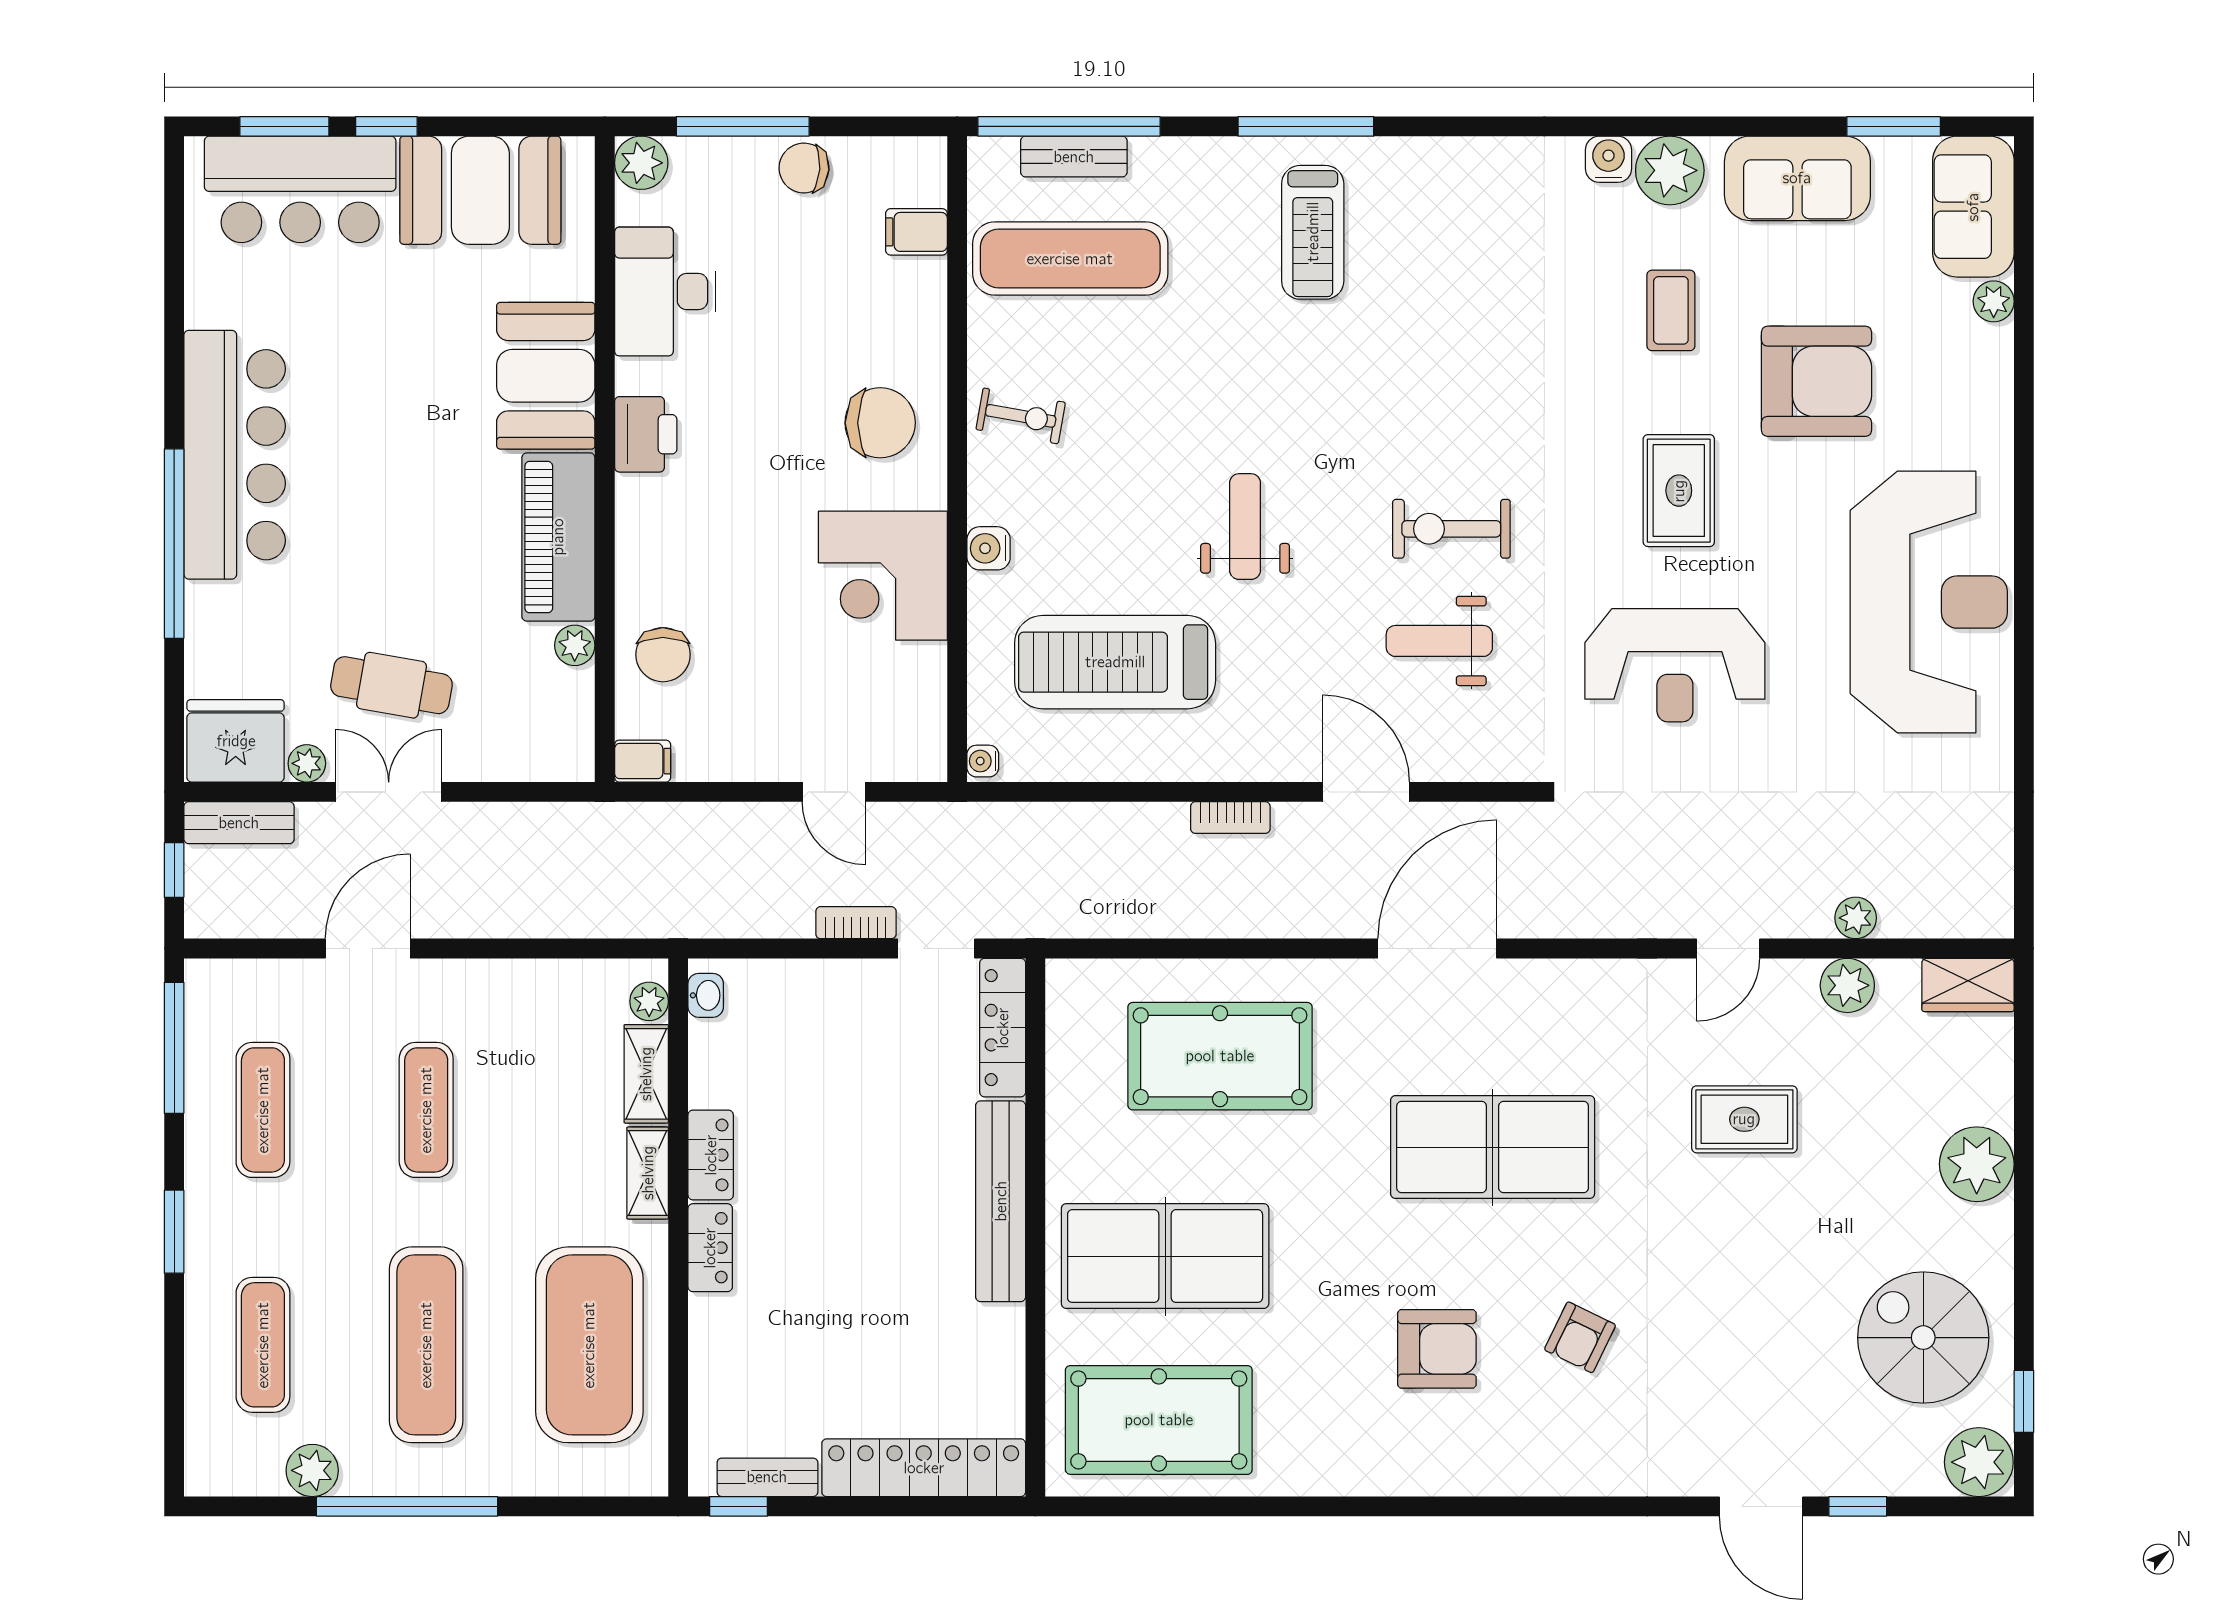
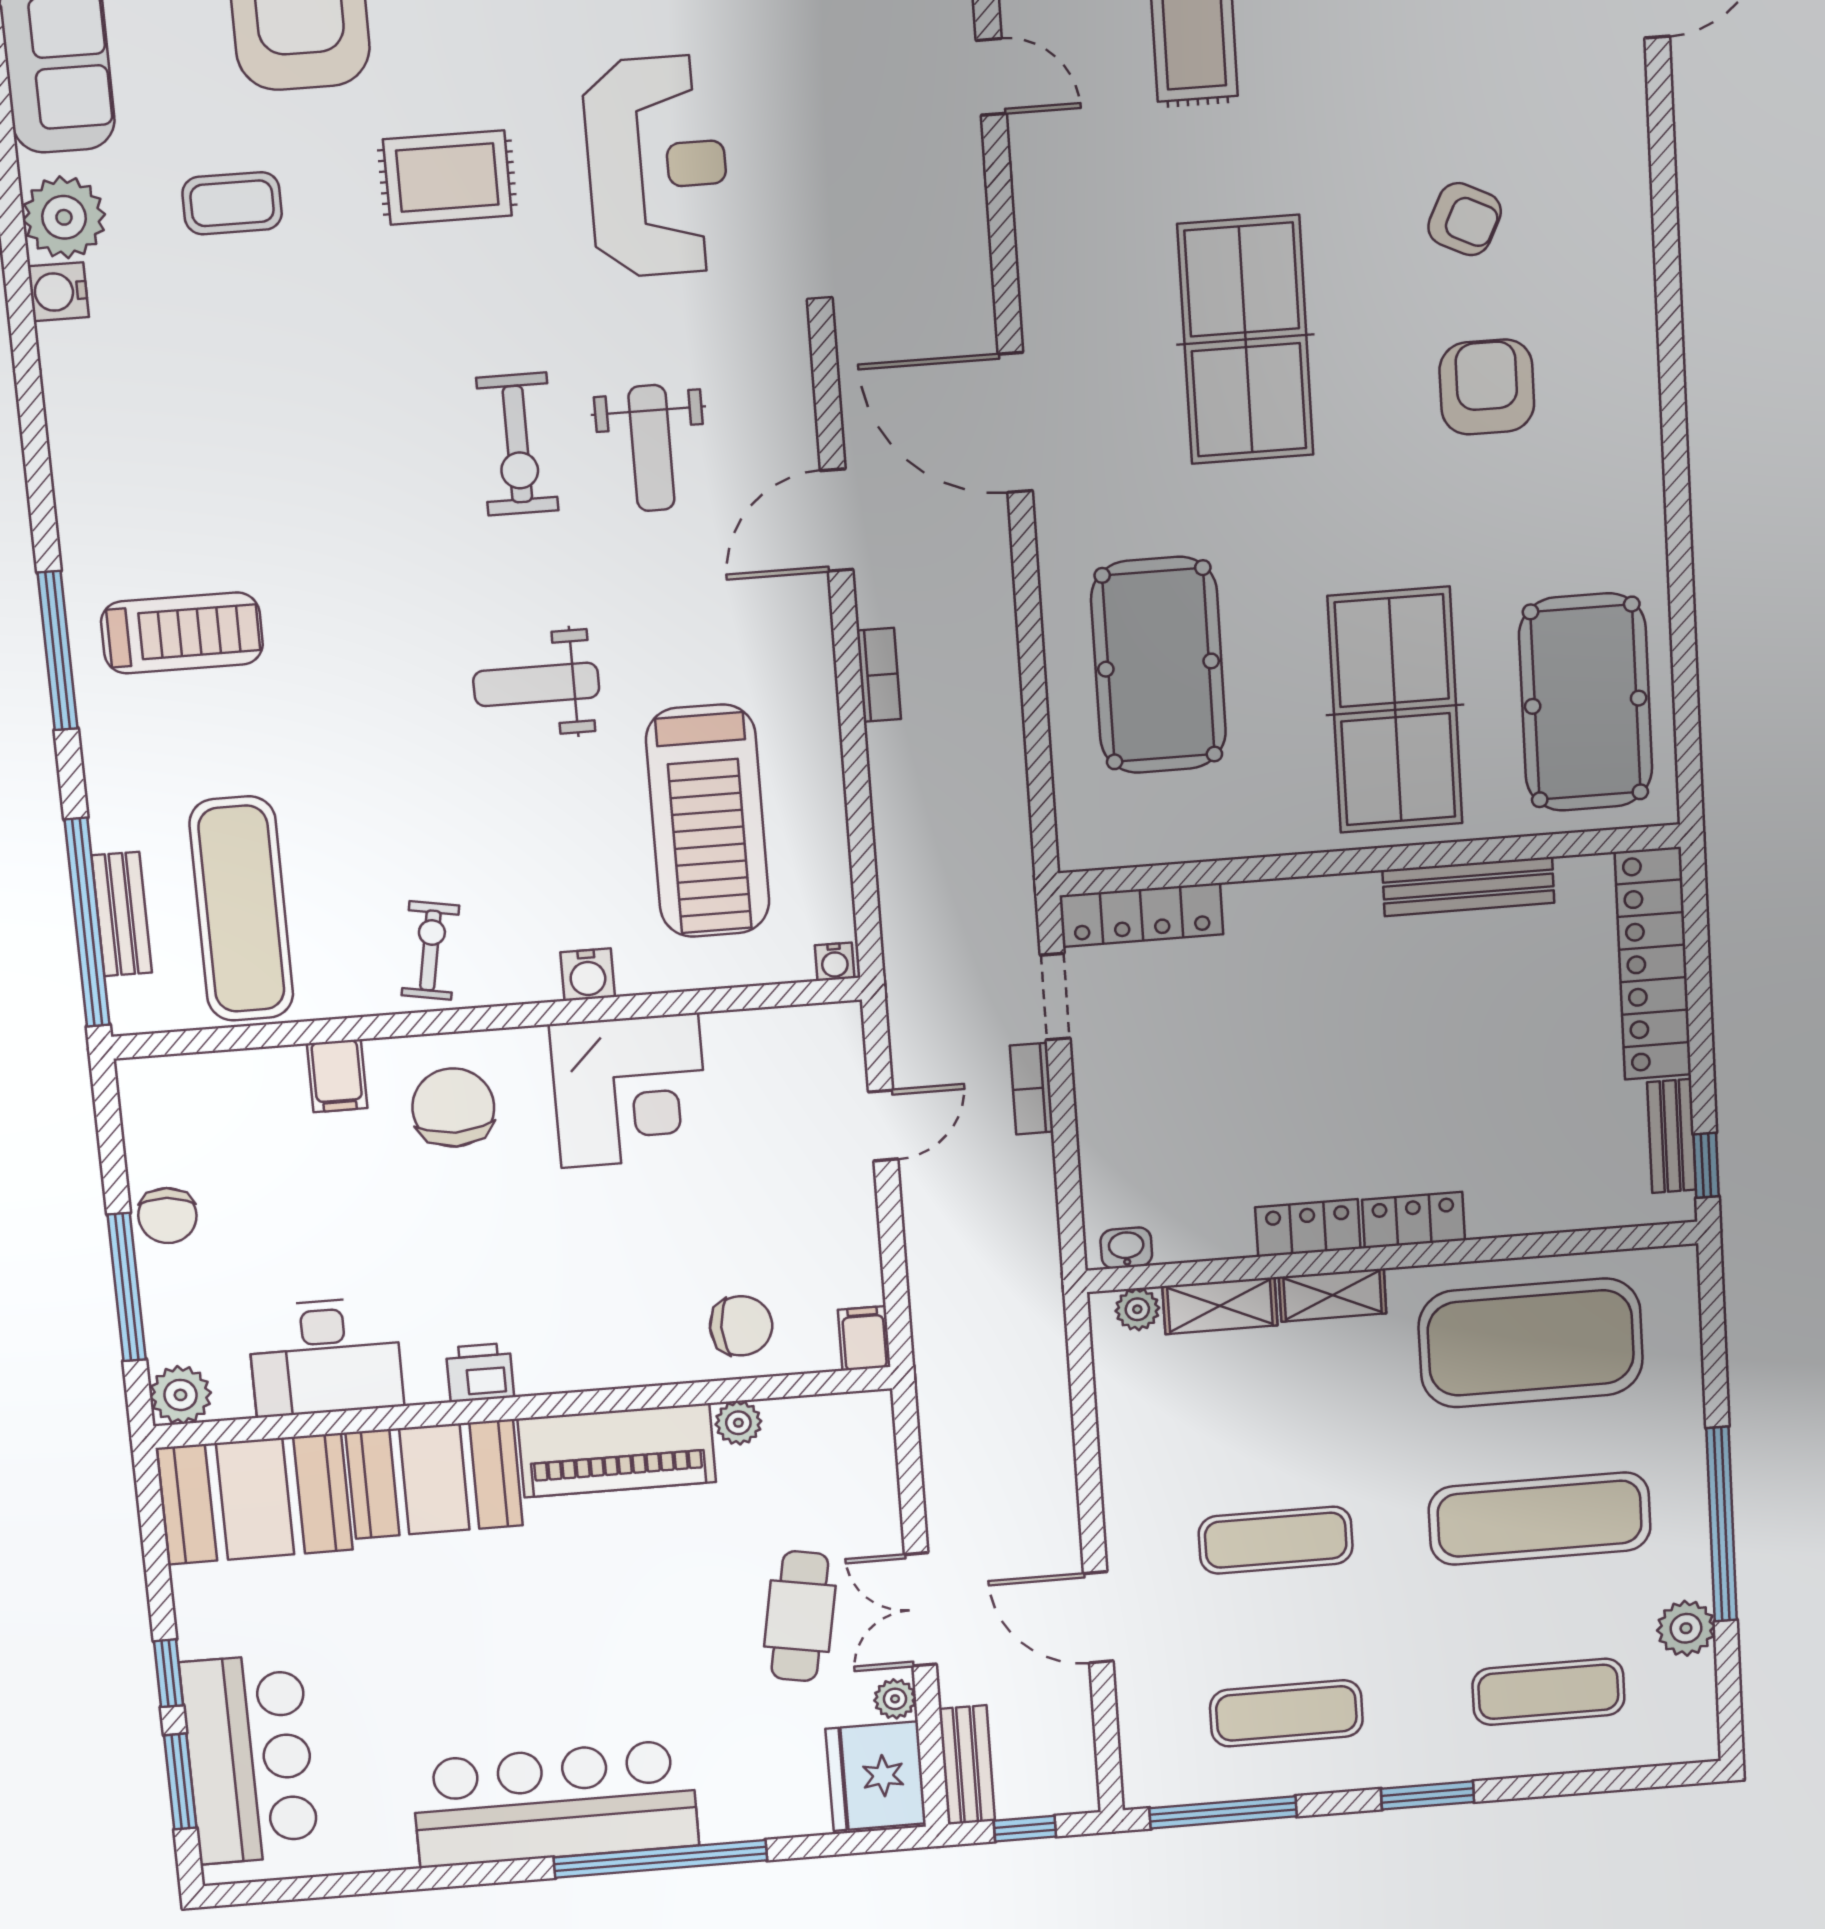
booth: (480, 190) -> (255, 1499), moved, turned 90
filing cabinet: (916, 232) -> (337, 1076), moved
printer: (646, 434) -> (480, 1372), width x0.73, depth x0.81
bench: (1001, 1201) -> (1468, 886), moved, width x0.73, depth x0.82

